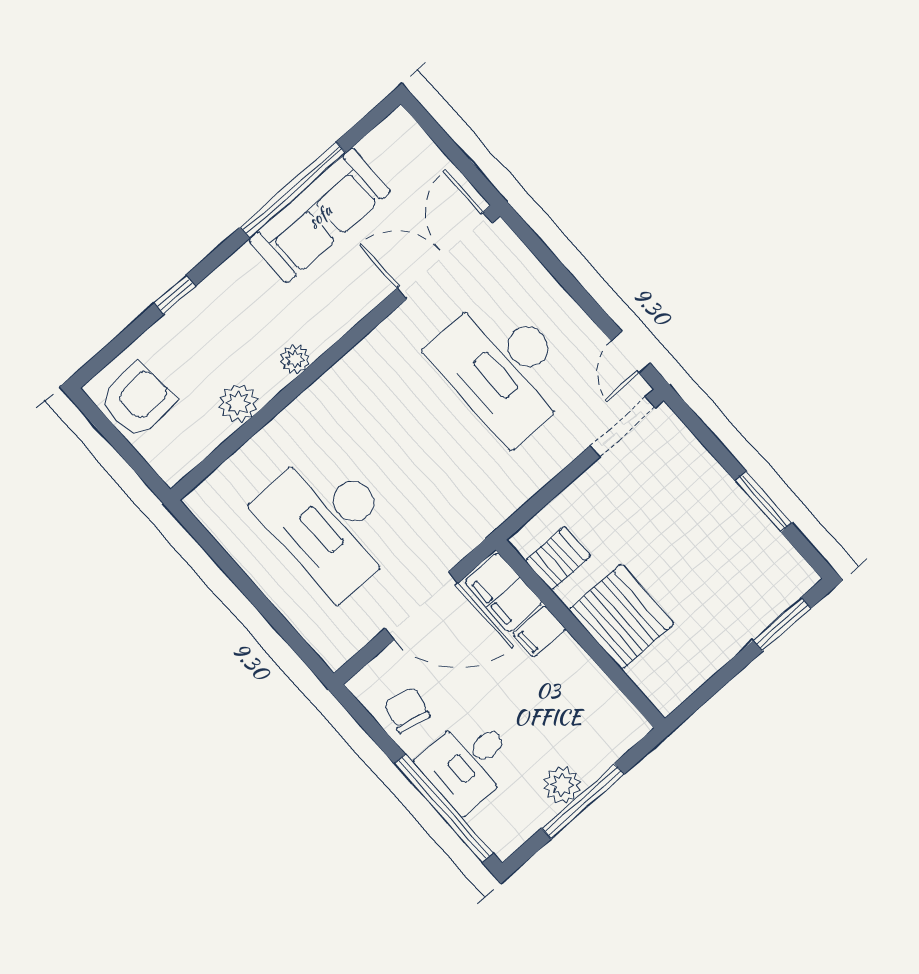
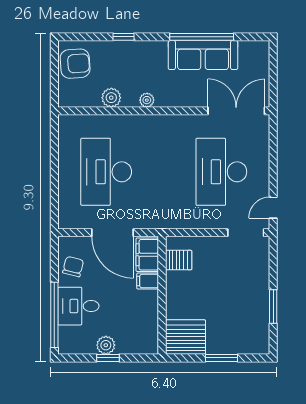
server rack: (621, 617) -> (185, 337), moved, turned -90
window: (782, 624) -> (222, 358), moved
window: (583, 801) -> (108, 358), width x0.46

